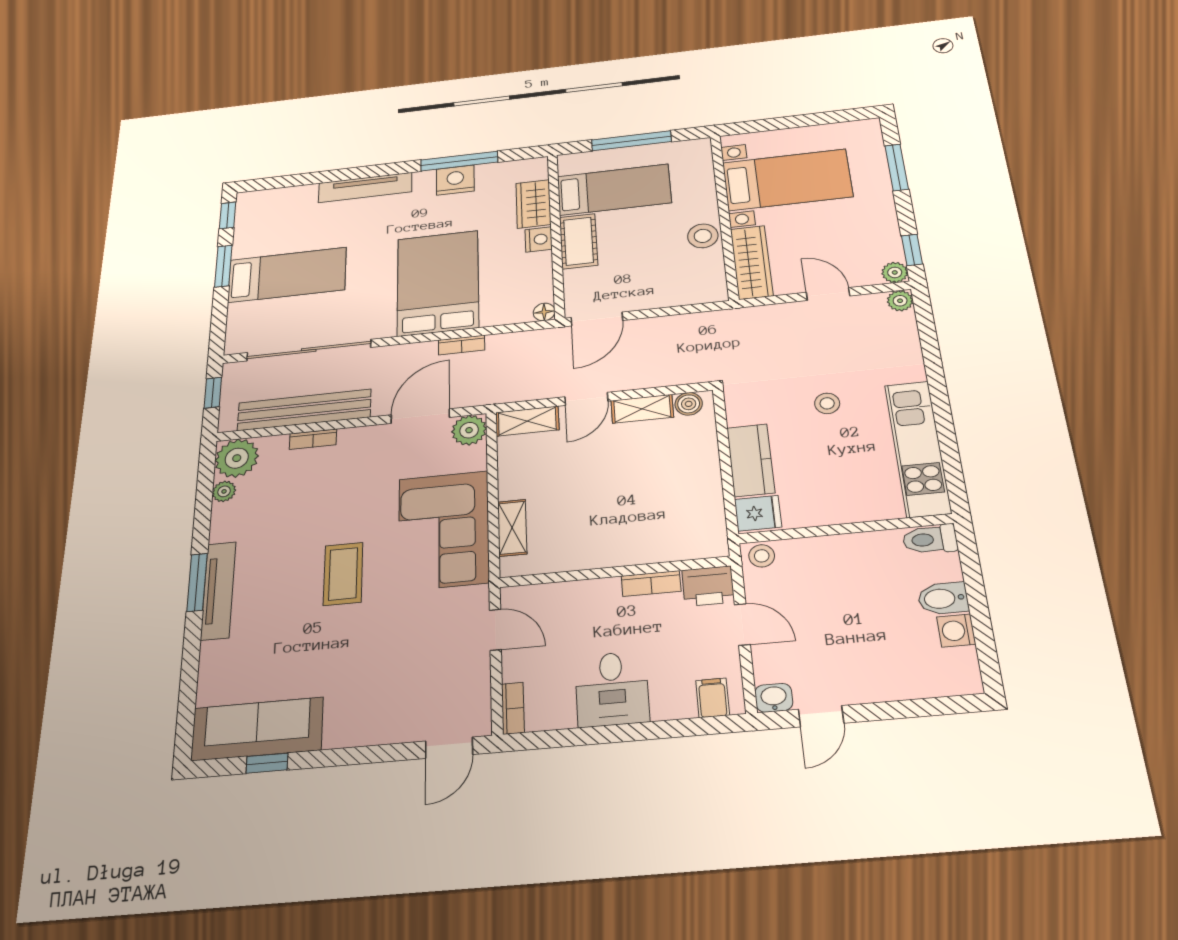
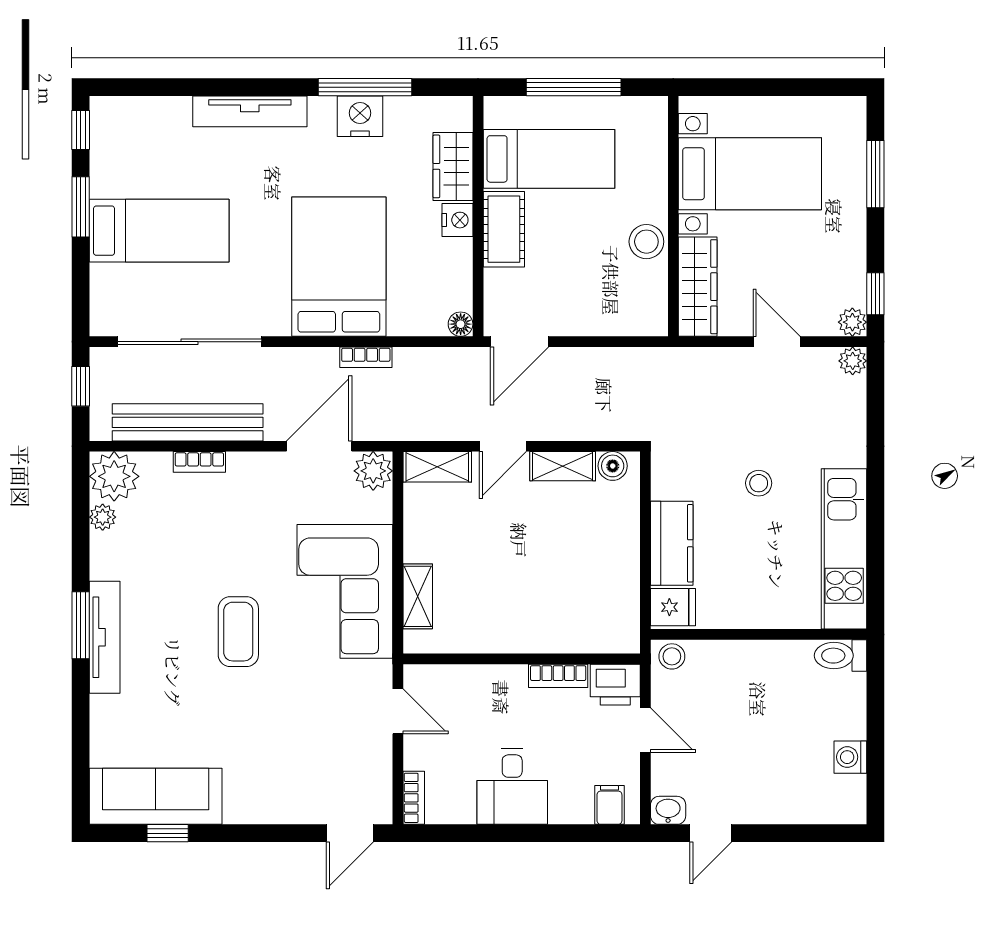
bidet: (943, 598) -> (843, 722), removed

